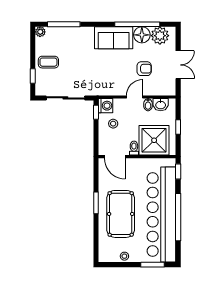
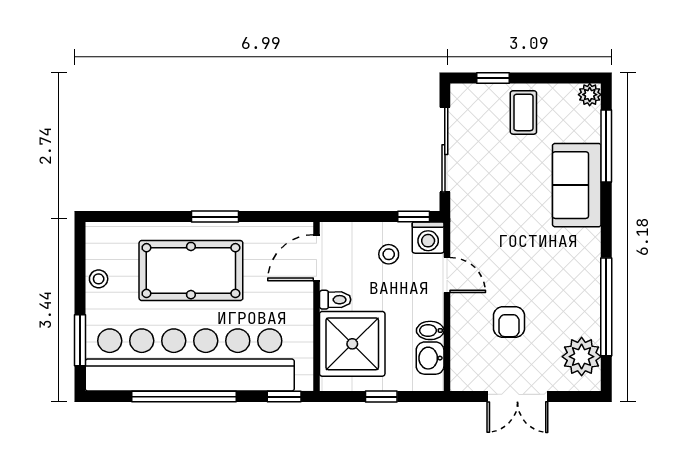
floor lamp: (142, 35) -> (583, 317), removed
sofa: (114, 38) -> (577, 185), moved
door: (135, 97) -> (447, 275), moved

